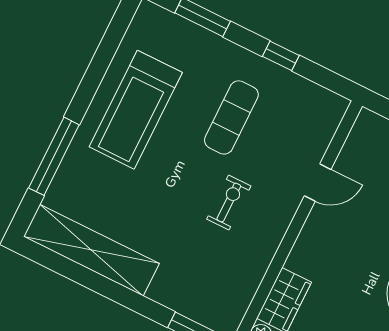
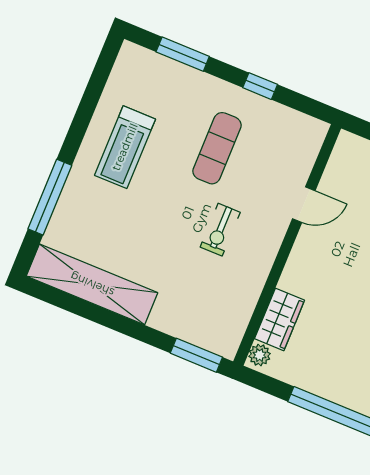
treadmill: (136, 110) -> (125, 147), width x0.73, depth x0.73
exercise bike: (229, 203) -> (220, 230), turned 180

